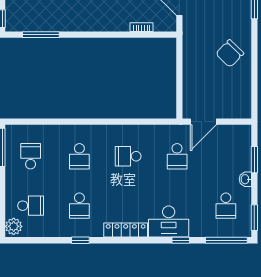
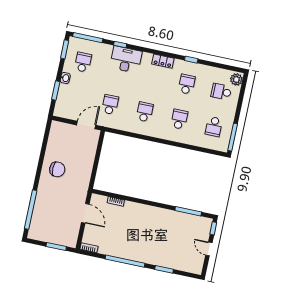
chair: (230, 53) -> (57, 169), turned 46
school desk: (128, 156) -> (145, 112), turned -90
locker: (126, 230) -> (163, 61), width x0.66

